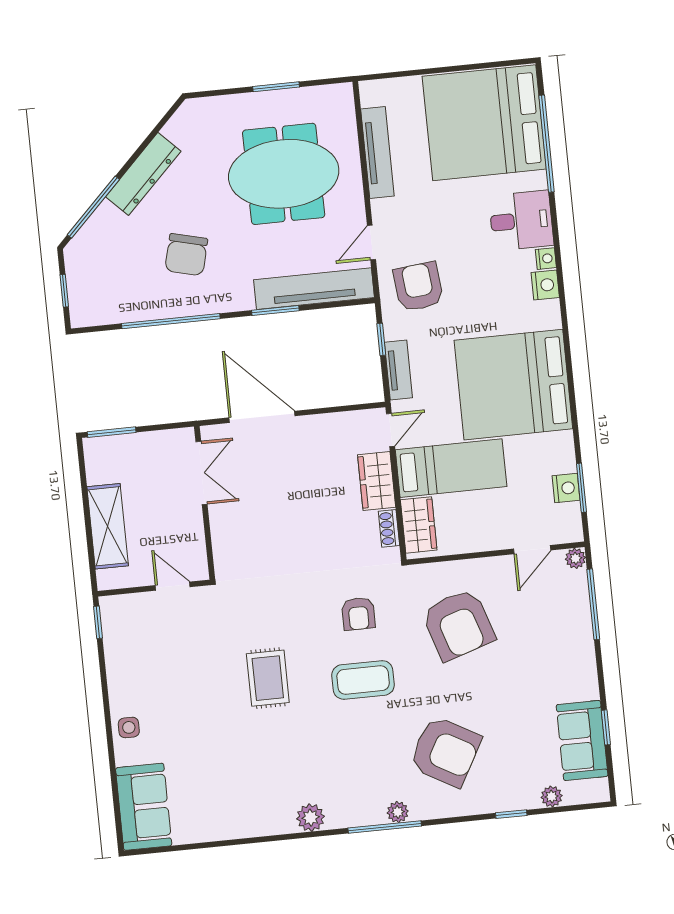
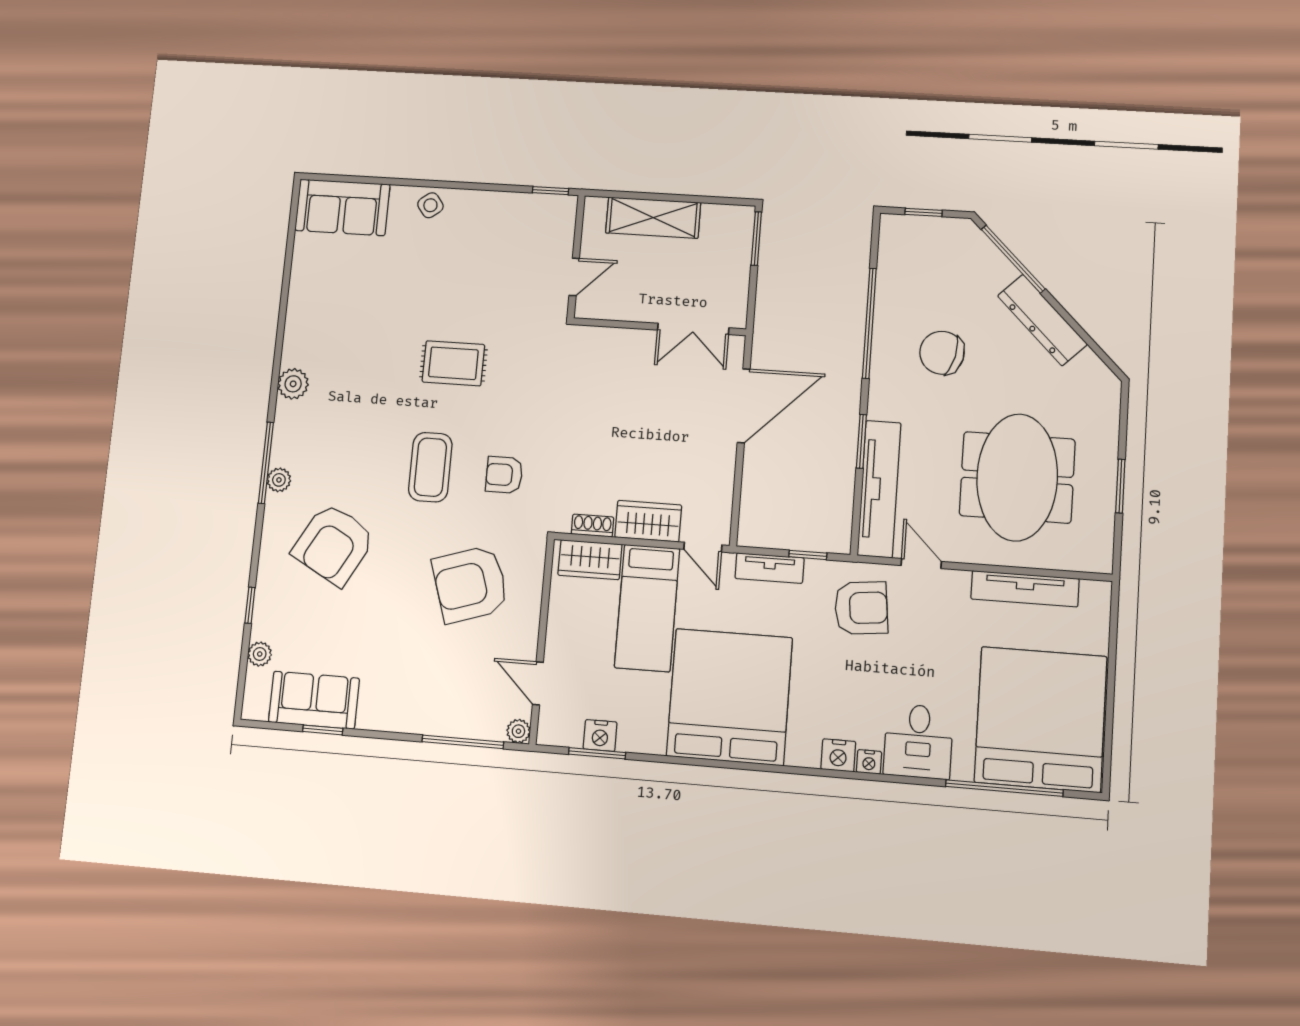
side table: (129, 727) -> (430, 205), turned -37

